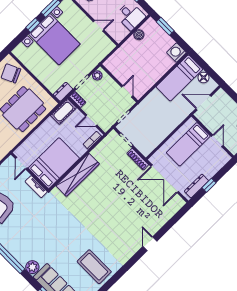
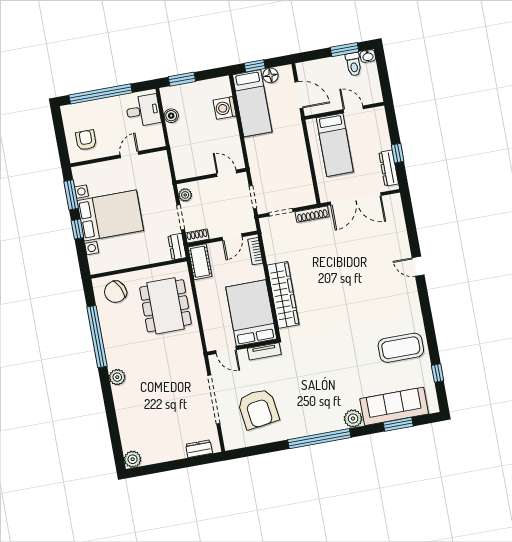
washing machine: (176, 53) -> (225, 108), moved
window: (203, 64) -> (255, 66), added
door: (203, 103) -> (299, 95), swing flipped

